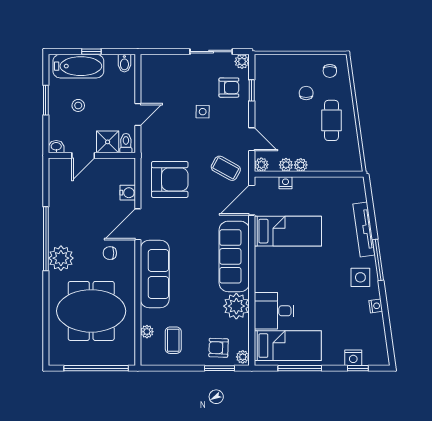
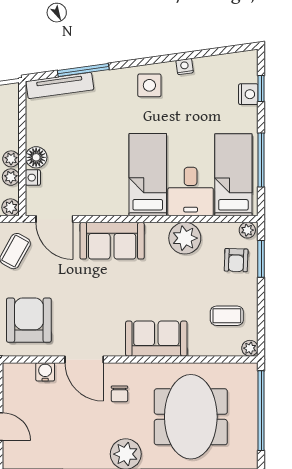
floor lamp: (302, 185) -> (36, 157), added
tv unit: (364, 230) -> (60, 86), moved
bed: (288, 231) -> (148, 175), moved
sofa: (234, 256) -> (112, 241), width x0.73
window: (378, 260) -> (83, 70), moved
sofa: (155, 274) -> (156, 339), width x0.73
plant: (147, 332) -> (250, 348), moved

